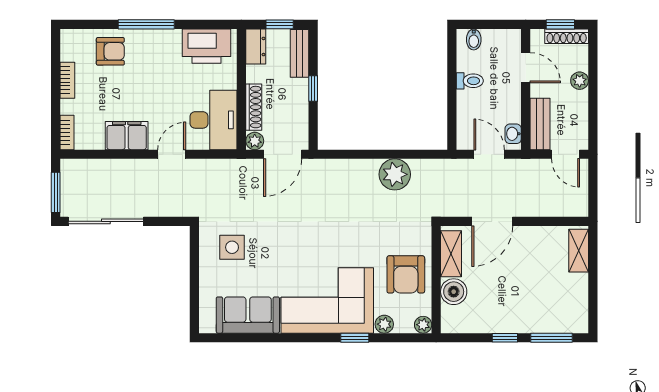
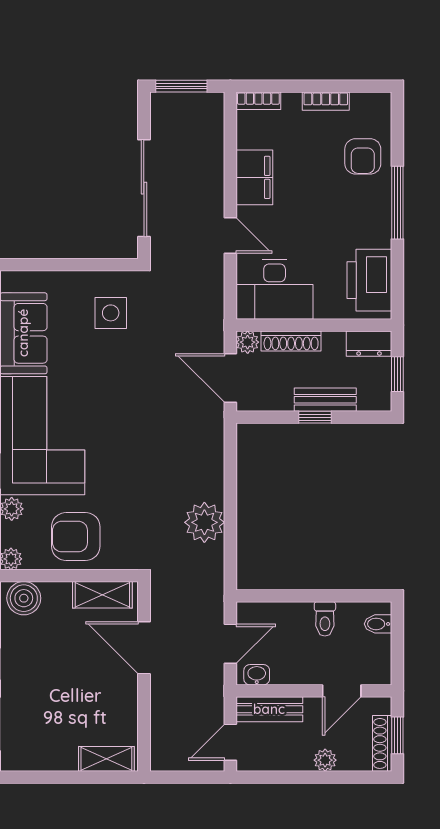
bench: (299, 53) -> (325, 400), moved
sliding door: (106, 221) -> (144, 188), moved
boiler: (454, 292) -> (24, 598), moved

